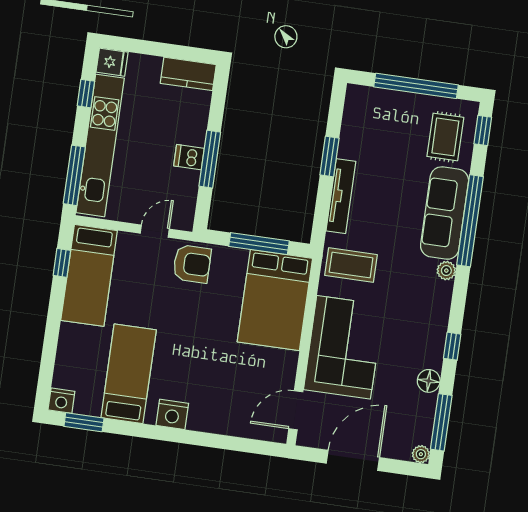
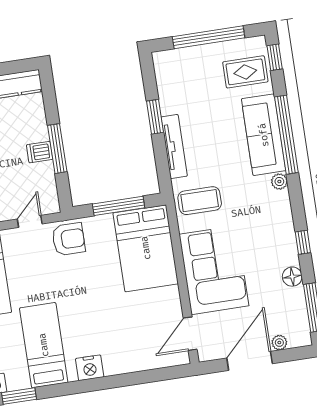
rug: (445, 137) -> (245, 72), turned 90
plant: (421, 454) -> (279, 343), moved

